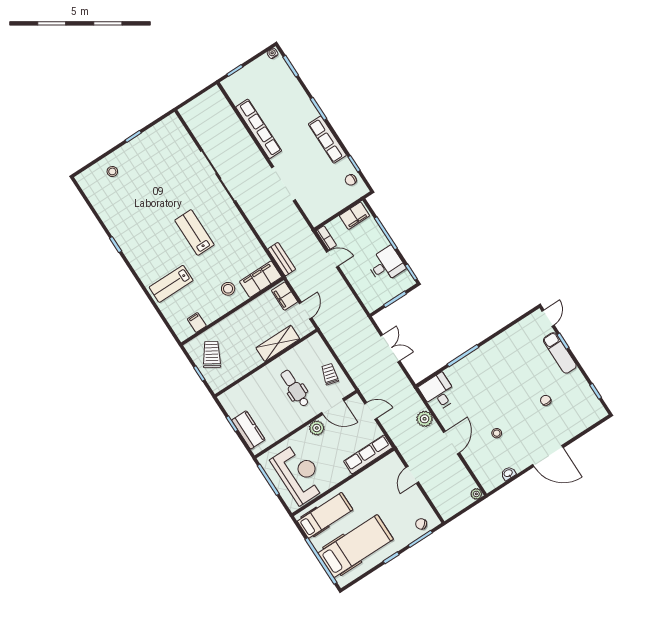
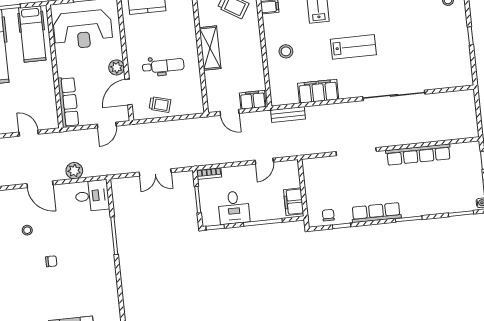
bookcase: (326, 238) -> (209, 173), moved
filing cabinet: (261, 279) -> (318, 91), moved, turned -90
shelving: (278, 343) -> (210, 48), moved
chair: (546, 400) -> (51, 261), moved

